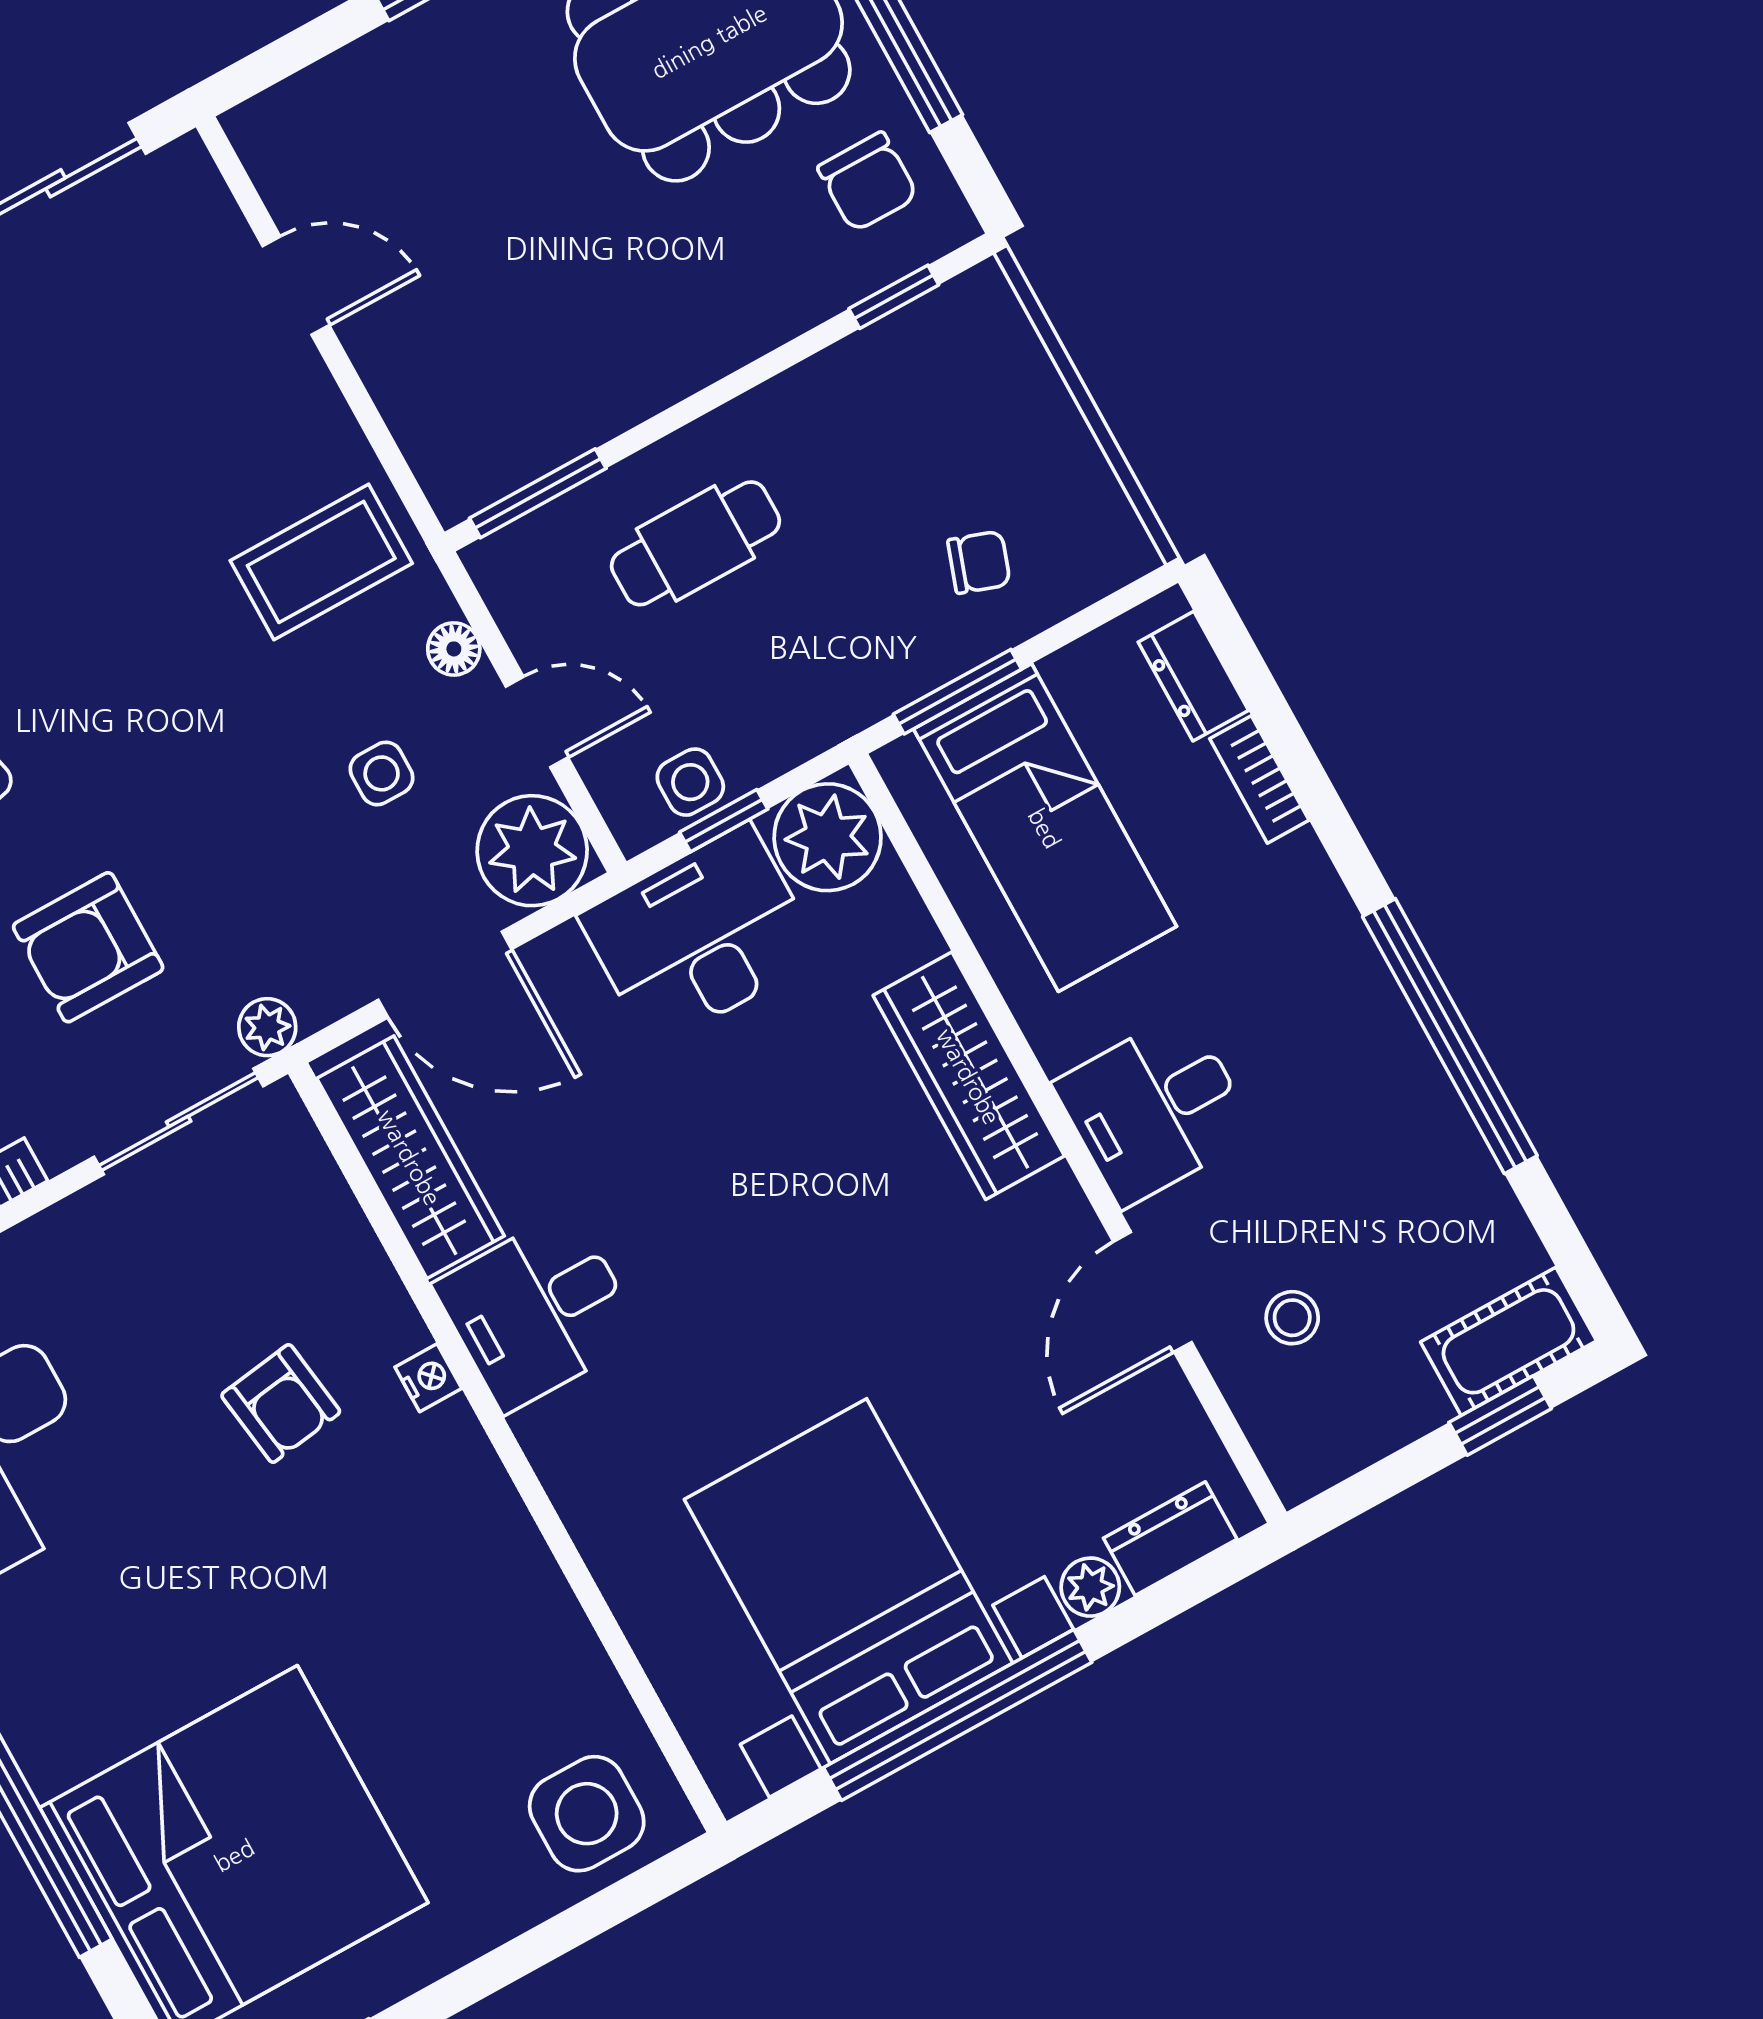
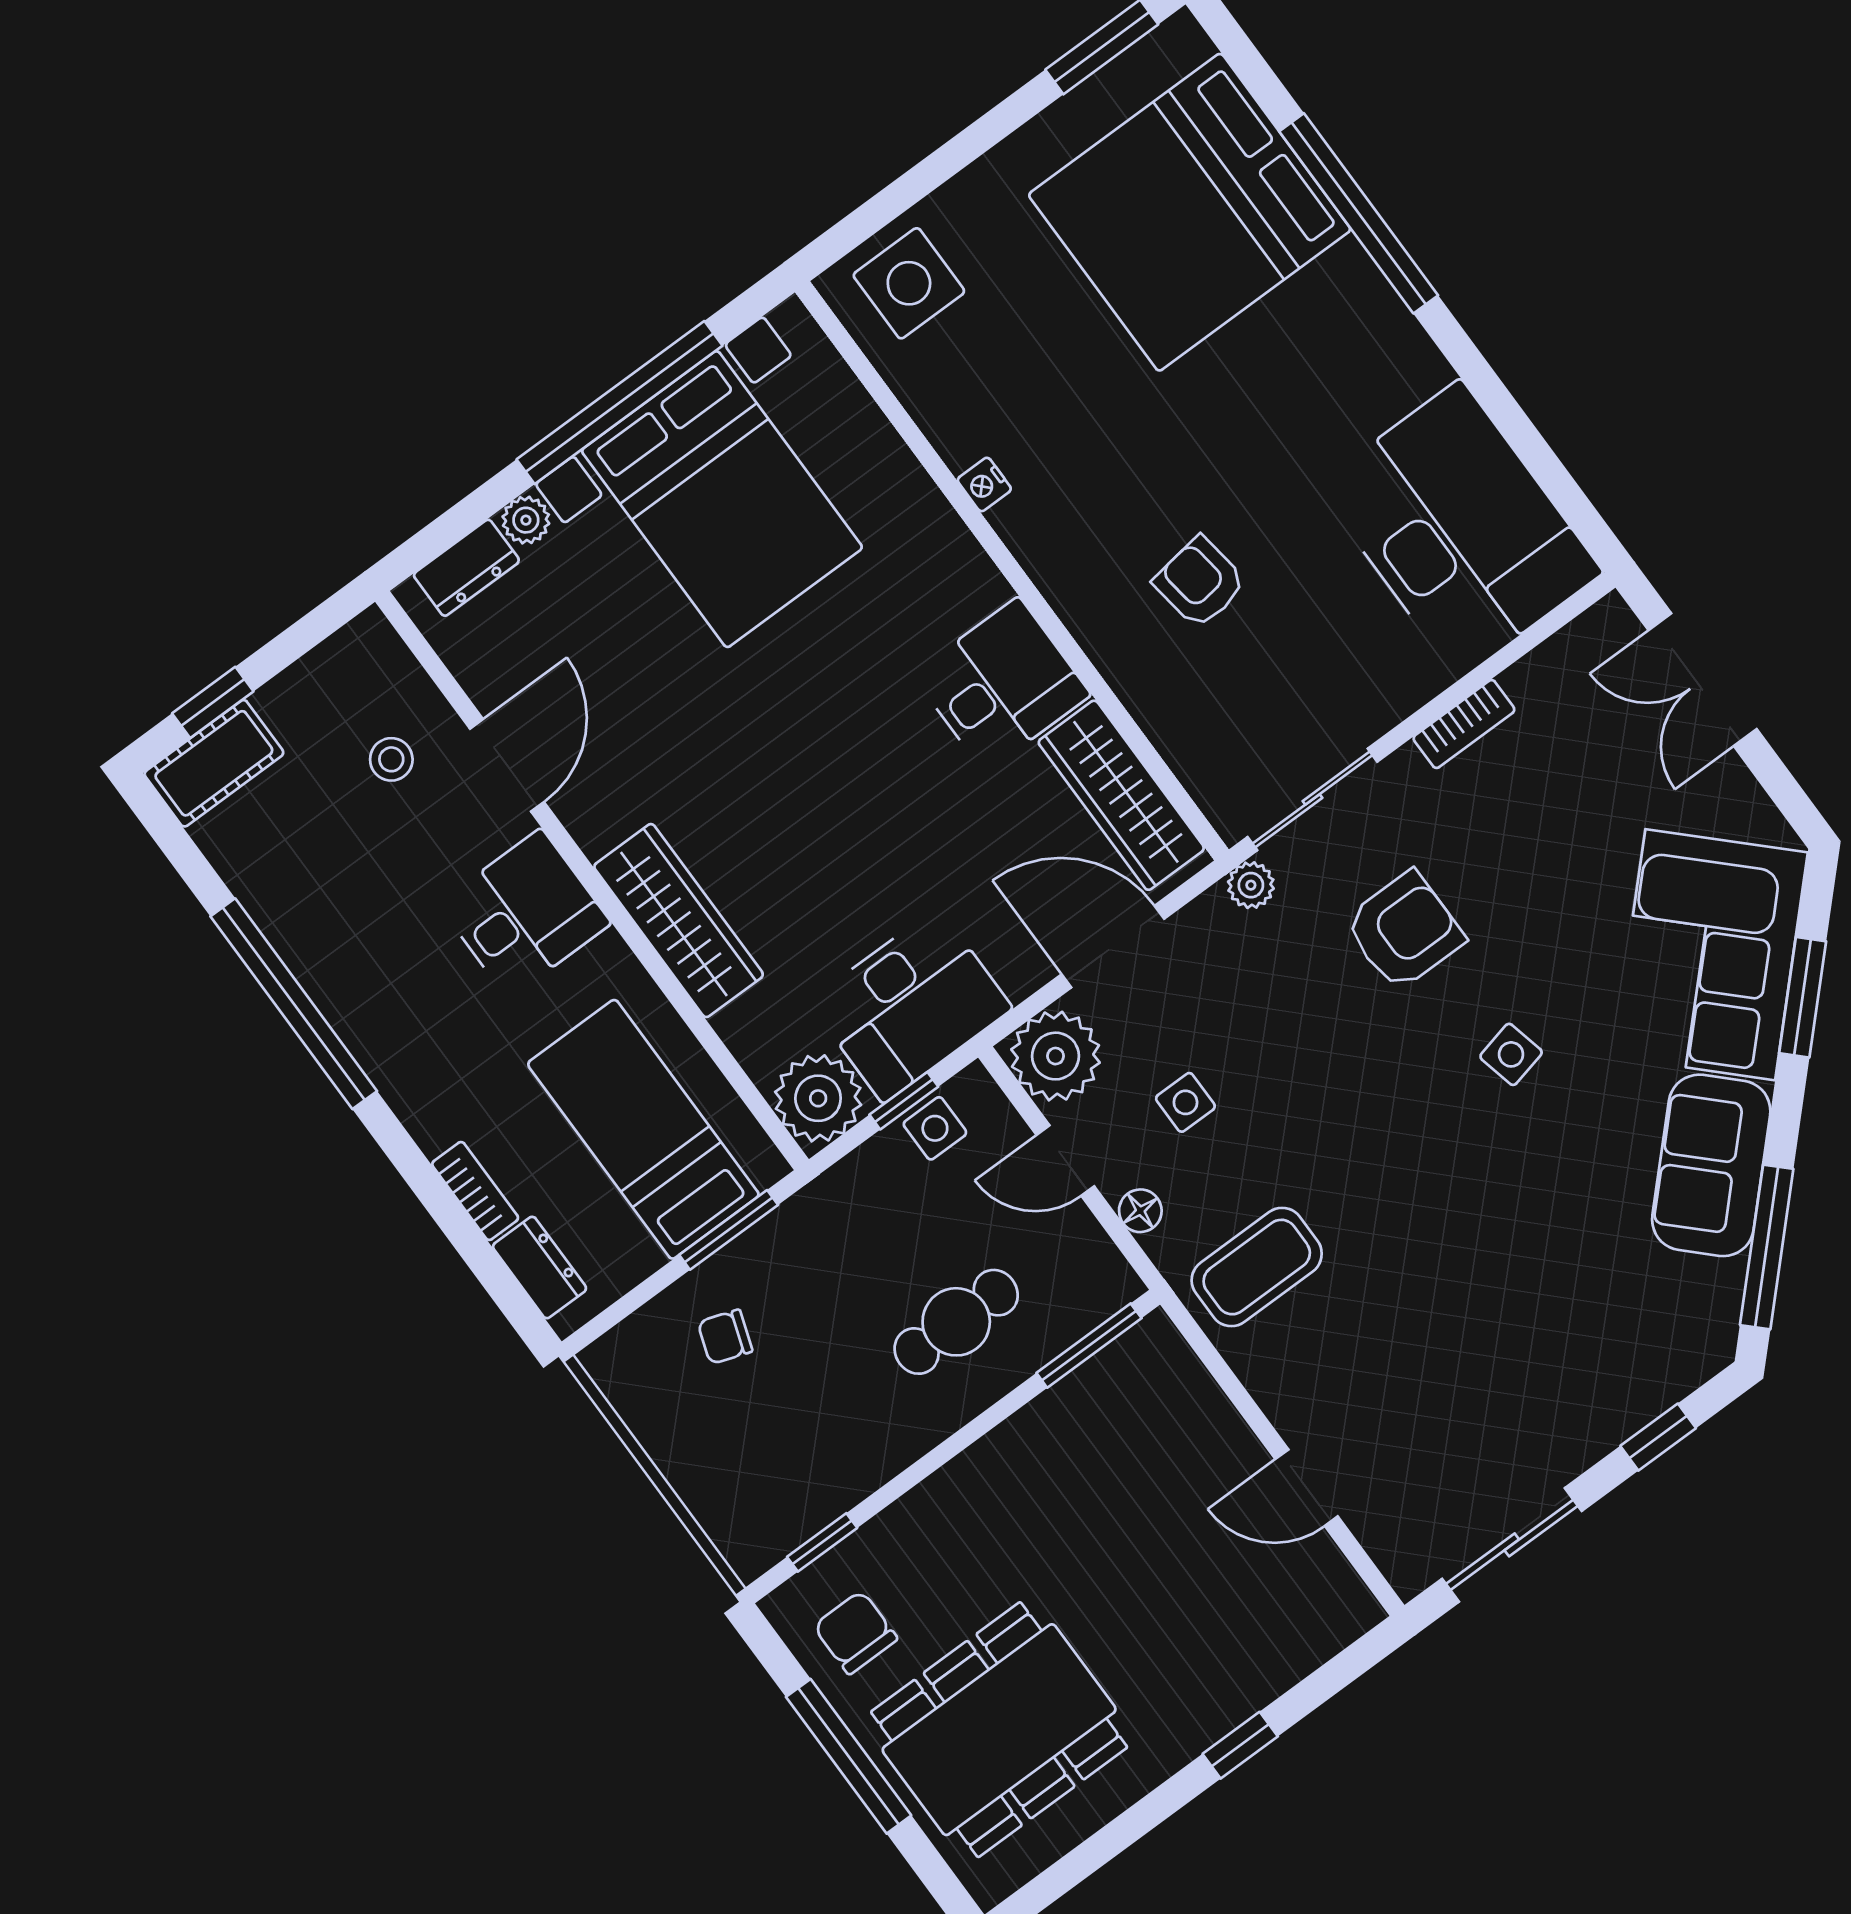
nightstand: (428, 1378) -> (984, 484), moved

